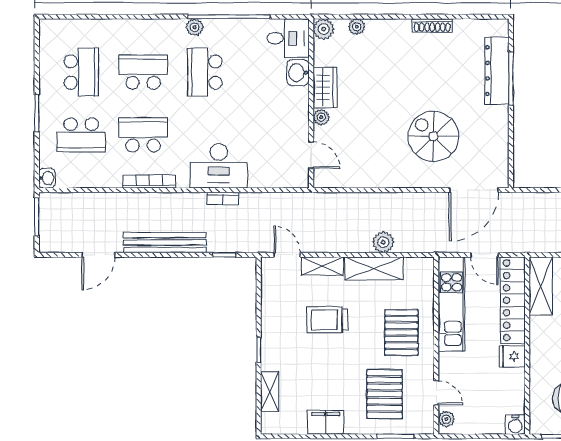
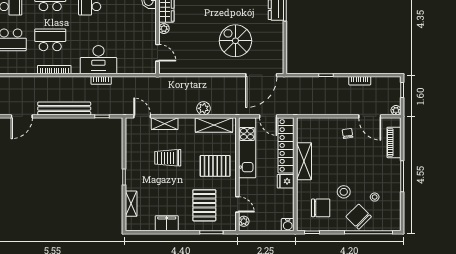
shelving: (374, 268) -> (214, 125), moved
shelving: (541, 286) -> (304, 161), moved
pallet: (401, 332) -> (215, 166), turned 90

